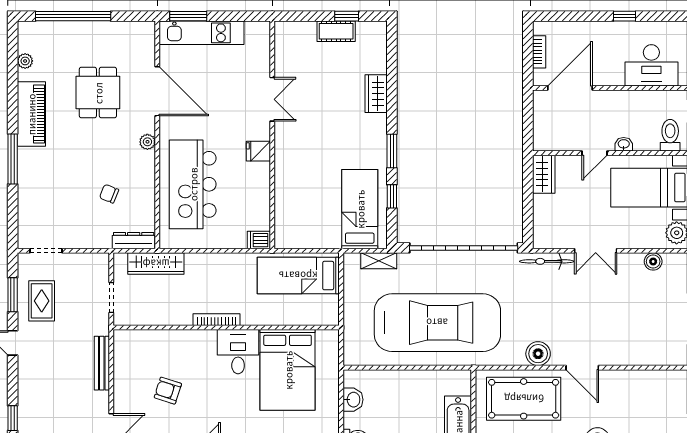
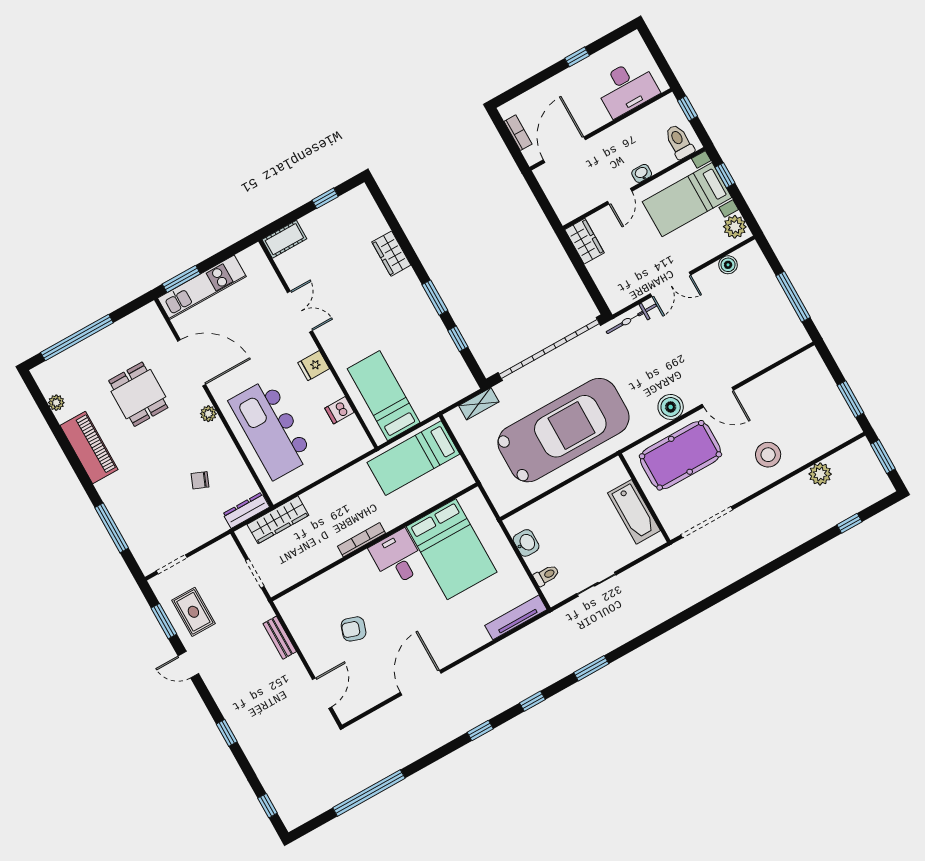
cot: (336, 31) -> (284, 239), moved
window: (13, 159) -> (112, 528), moved
bed: (360, 209) -> (384, 396), moved
dishwasher: (259, 240) -> (339, 410), moved
bench: (102, 363) -> (280, 638), width x0.73

